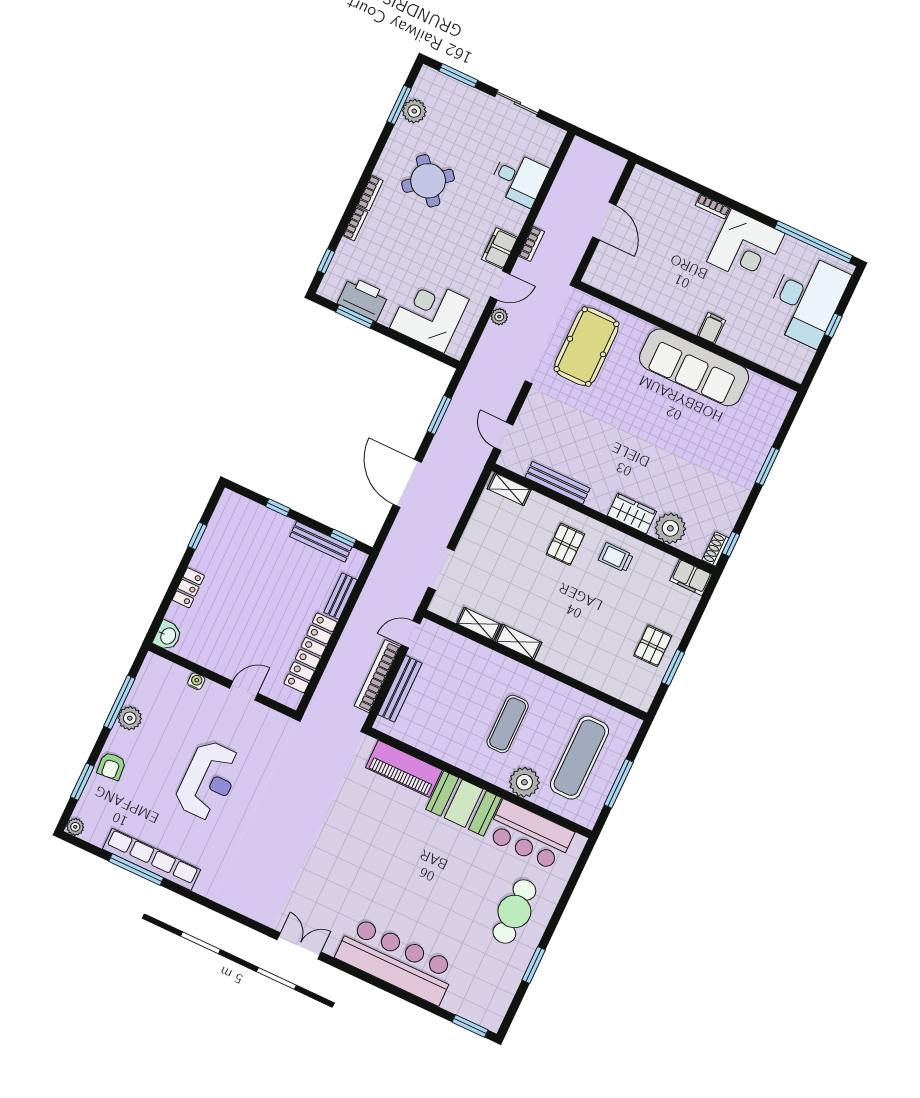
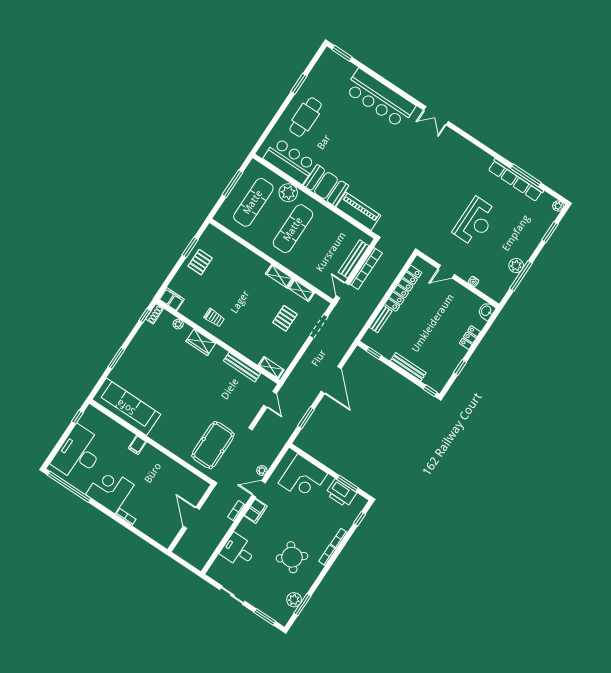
window: (833, 325) -> (77, 417), moved
sofa: (694, 367) -> (126, 407), moved
window: (278, 508) -> (430, 391), moved
plant: (670, 528) -> (178, 324), width x0.53, depth x0.53
bench: (321, 542) -> (408, 367), moved
pallet: (565, 544) -> (285, 318), moved
door: (411, 634) -> (342, 290), swing flipped
exercise mat: (508, 724) -> (293, 229), width x1.36, depth x1.45
armchair: (111, 766) -> (531, 239), removed
reception desk: (208, 780) -> (475, 222), turned 180

